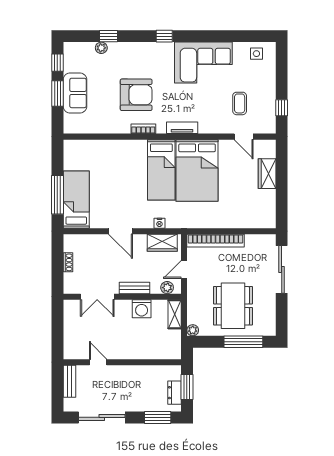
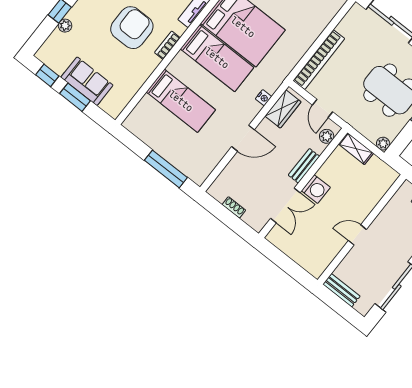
bed: (76, 200) -> (181, 101), moved, turned 180
washing machine: (142, 309) -> (316, 189), moved
door: (98, 362) -> (357, 235), moved

